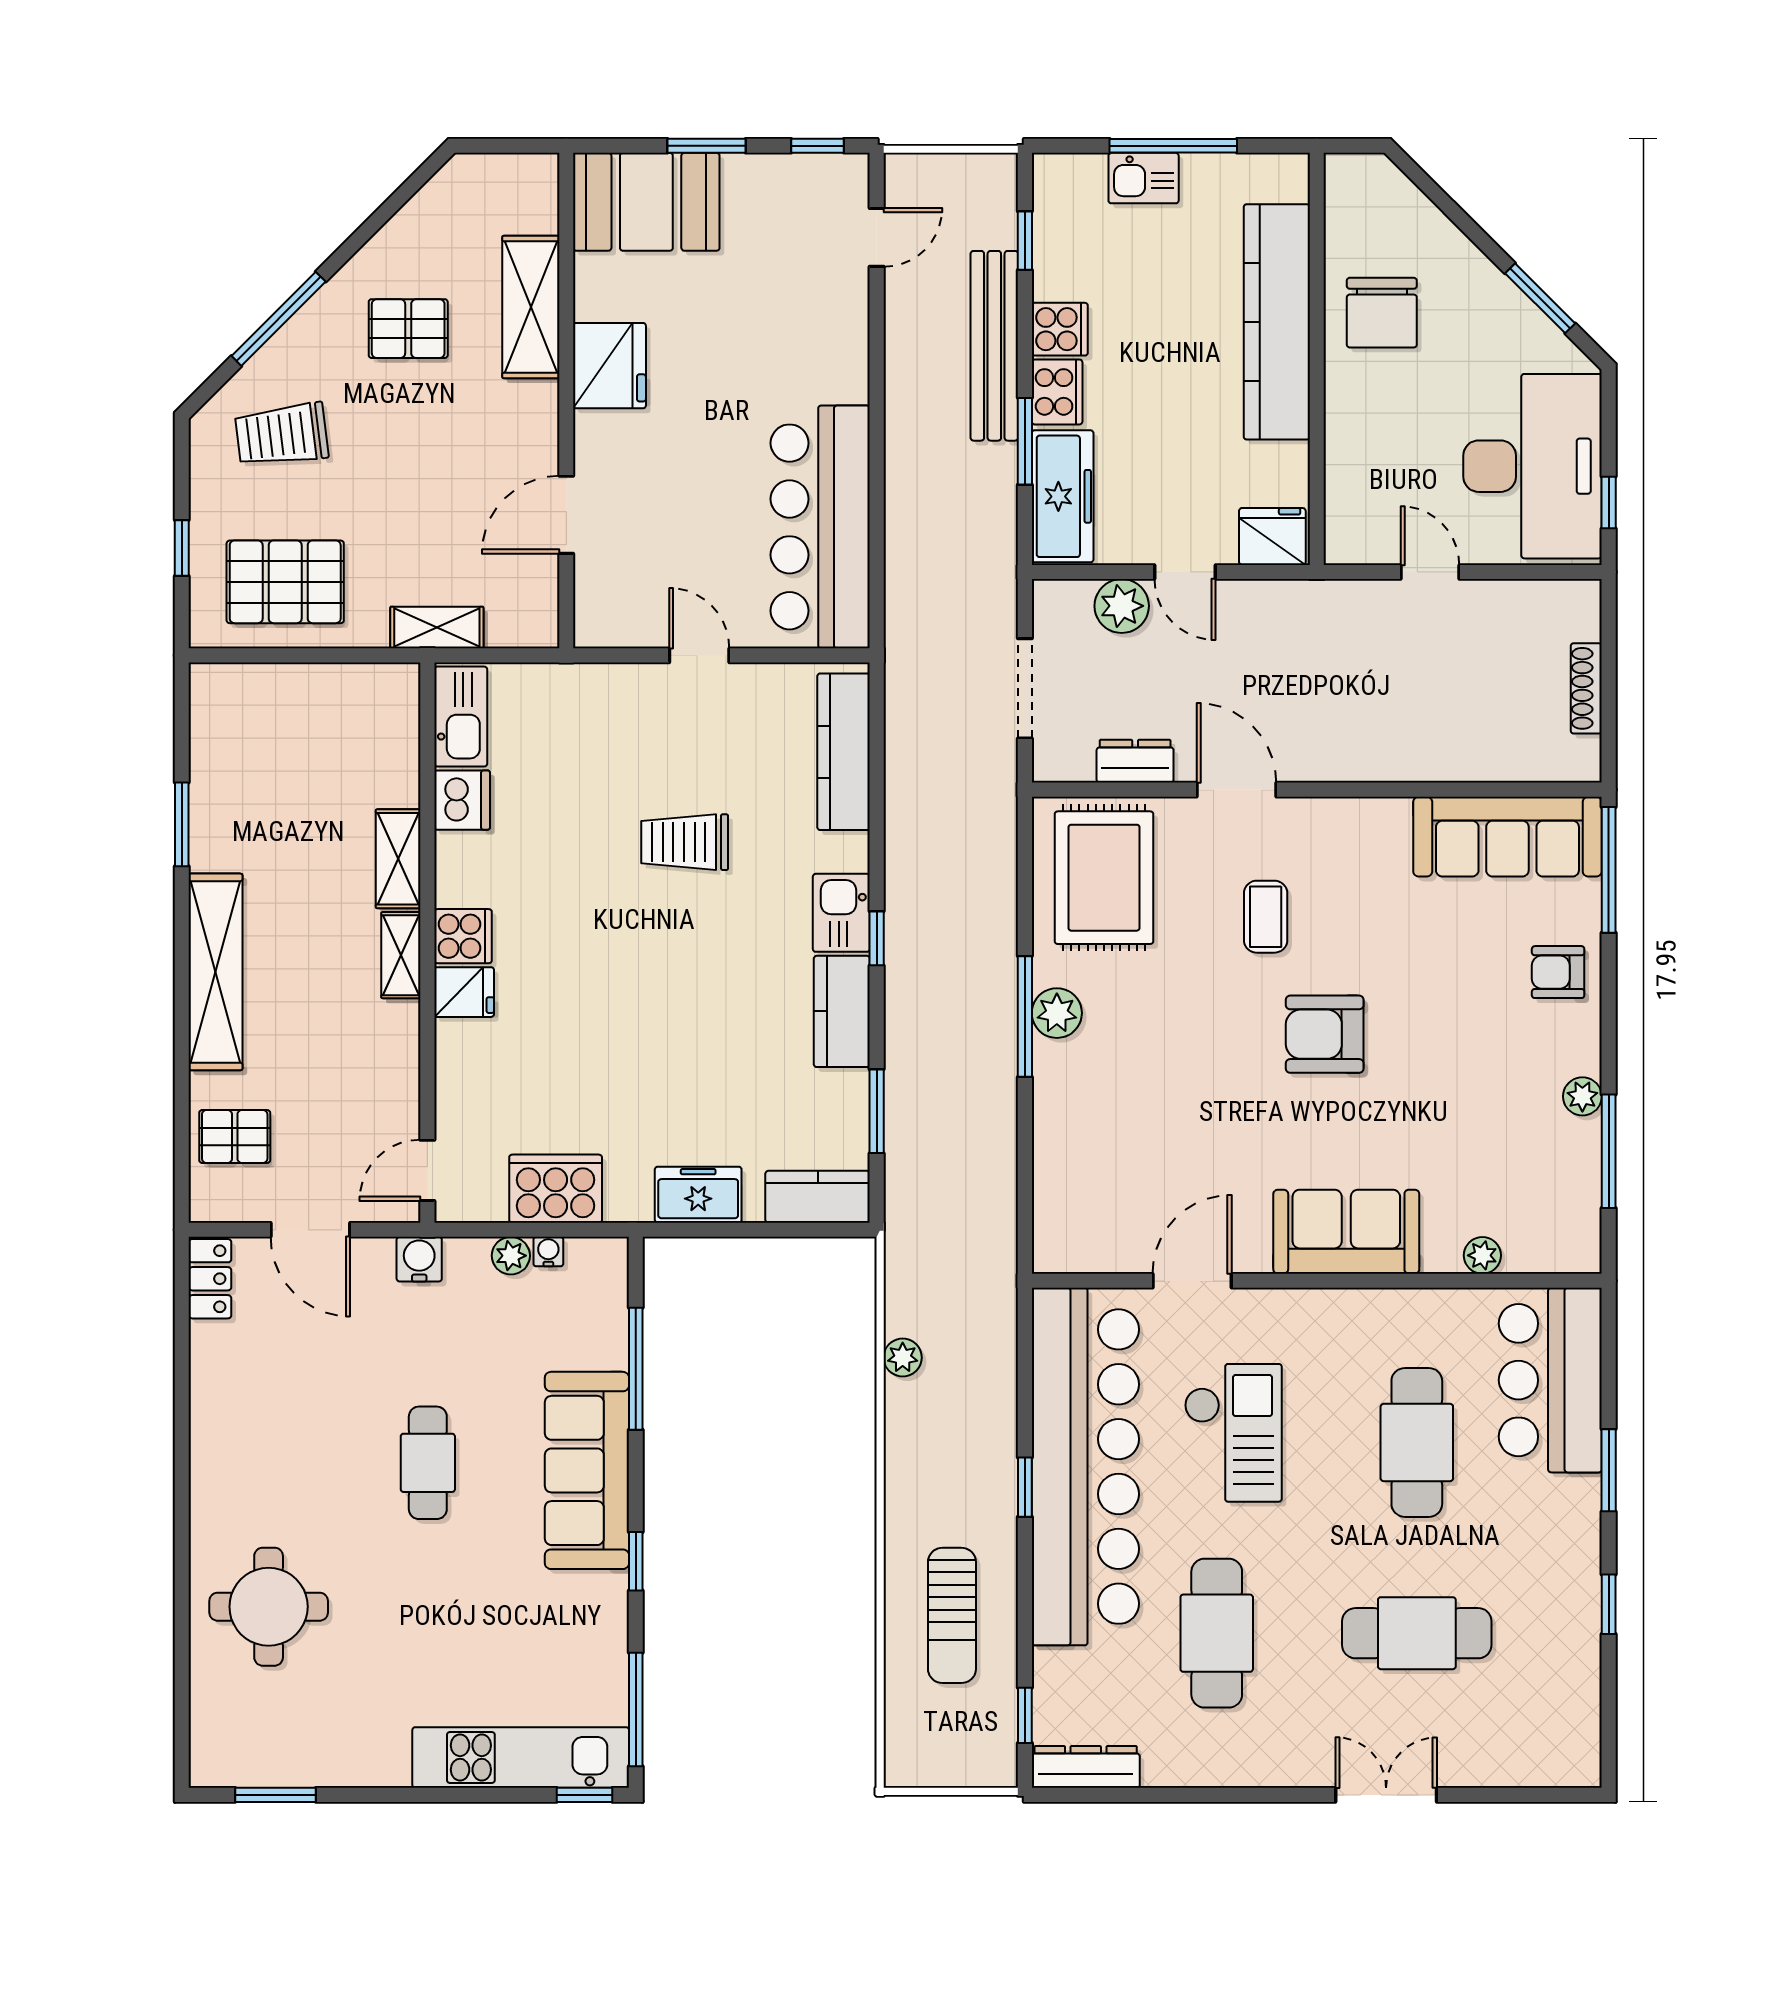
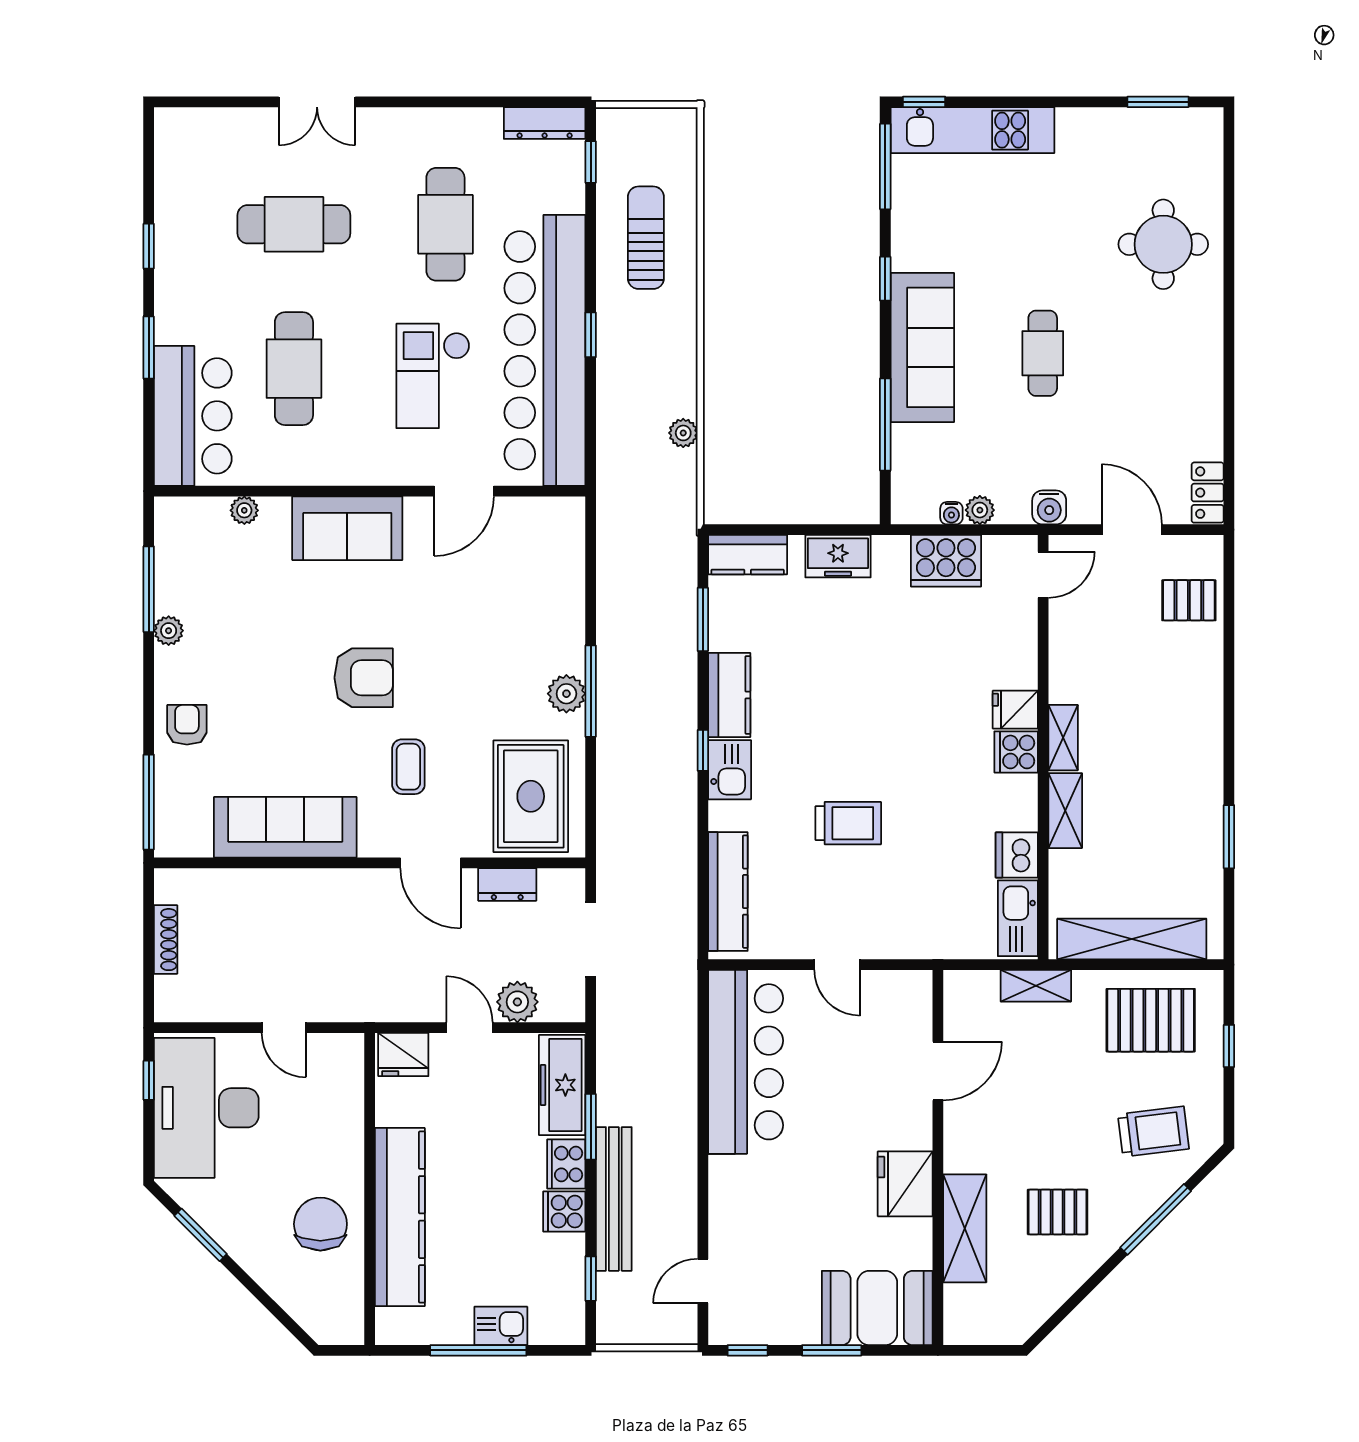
sofa: (1507, 837) -> (285, 827), moved
shelving: (216, 972) -> (1132, 939), moved, turned 90
armchair: (1558, 972) -> (187, 725), turned -90

